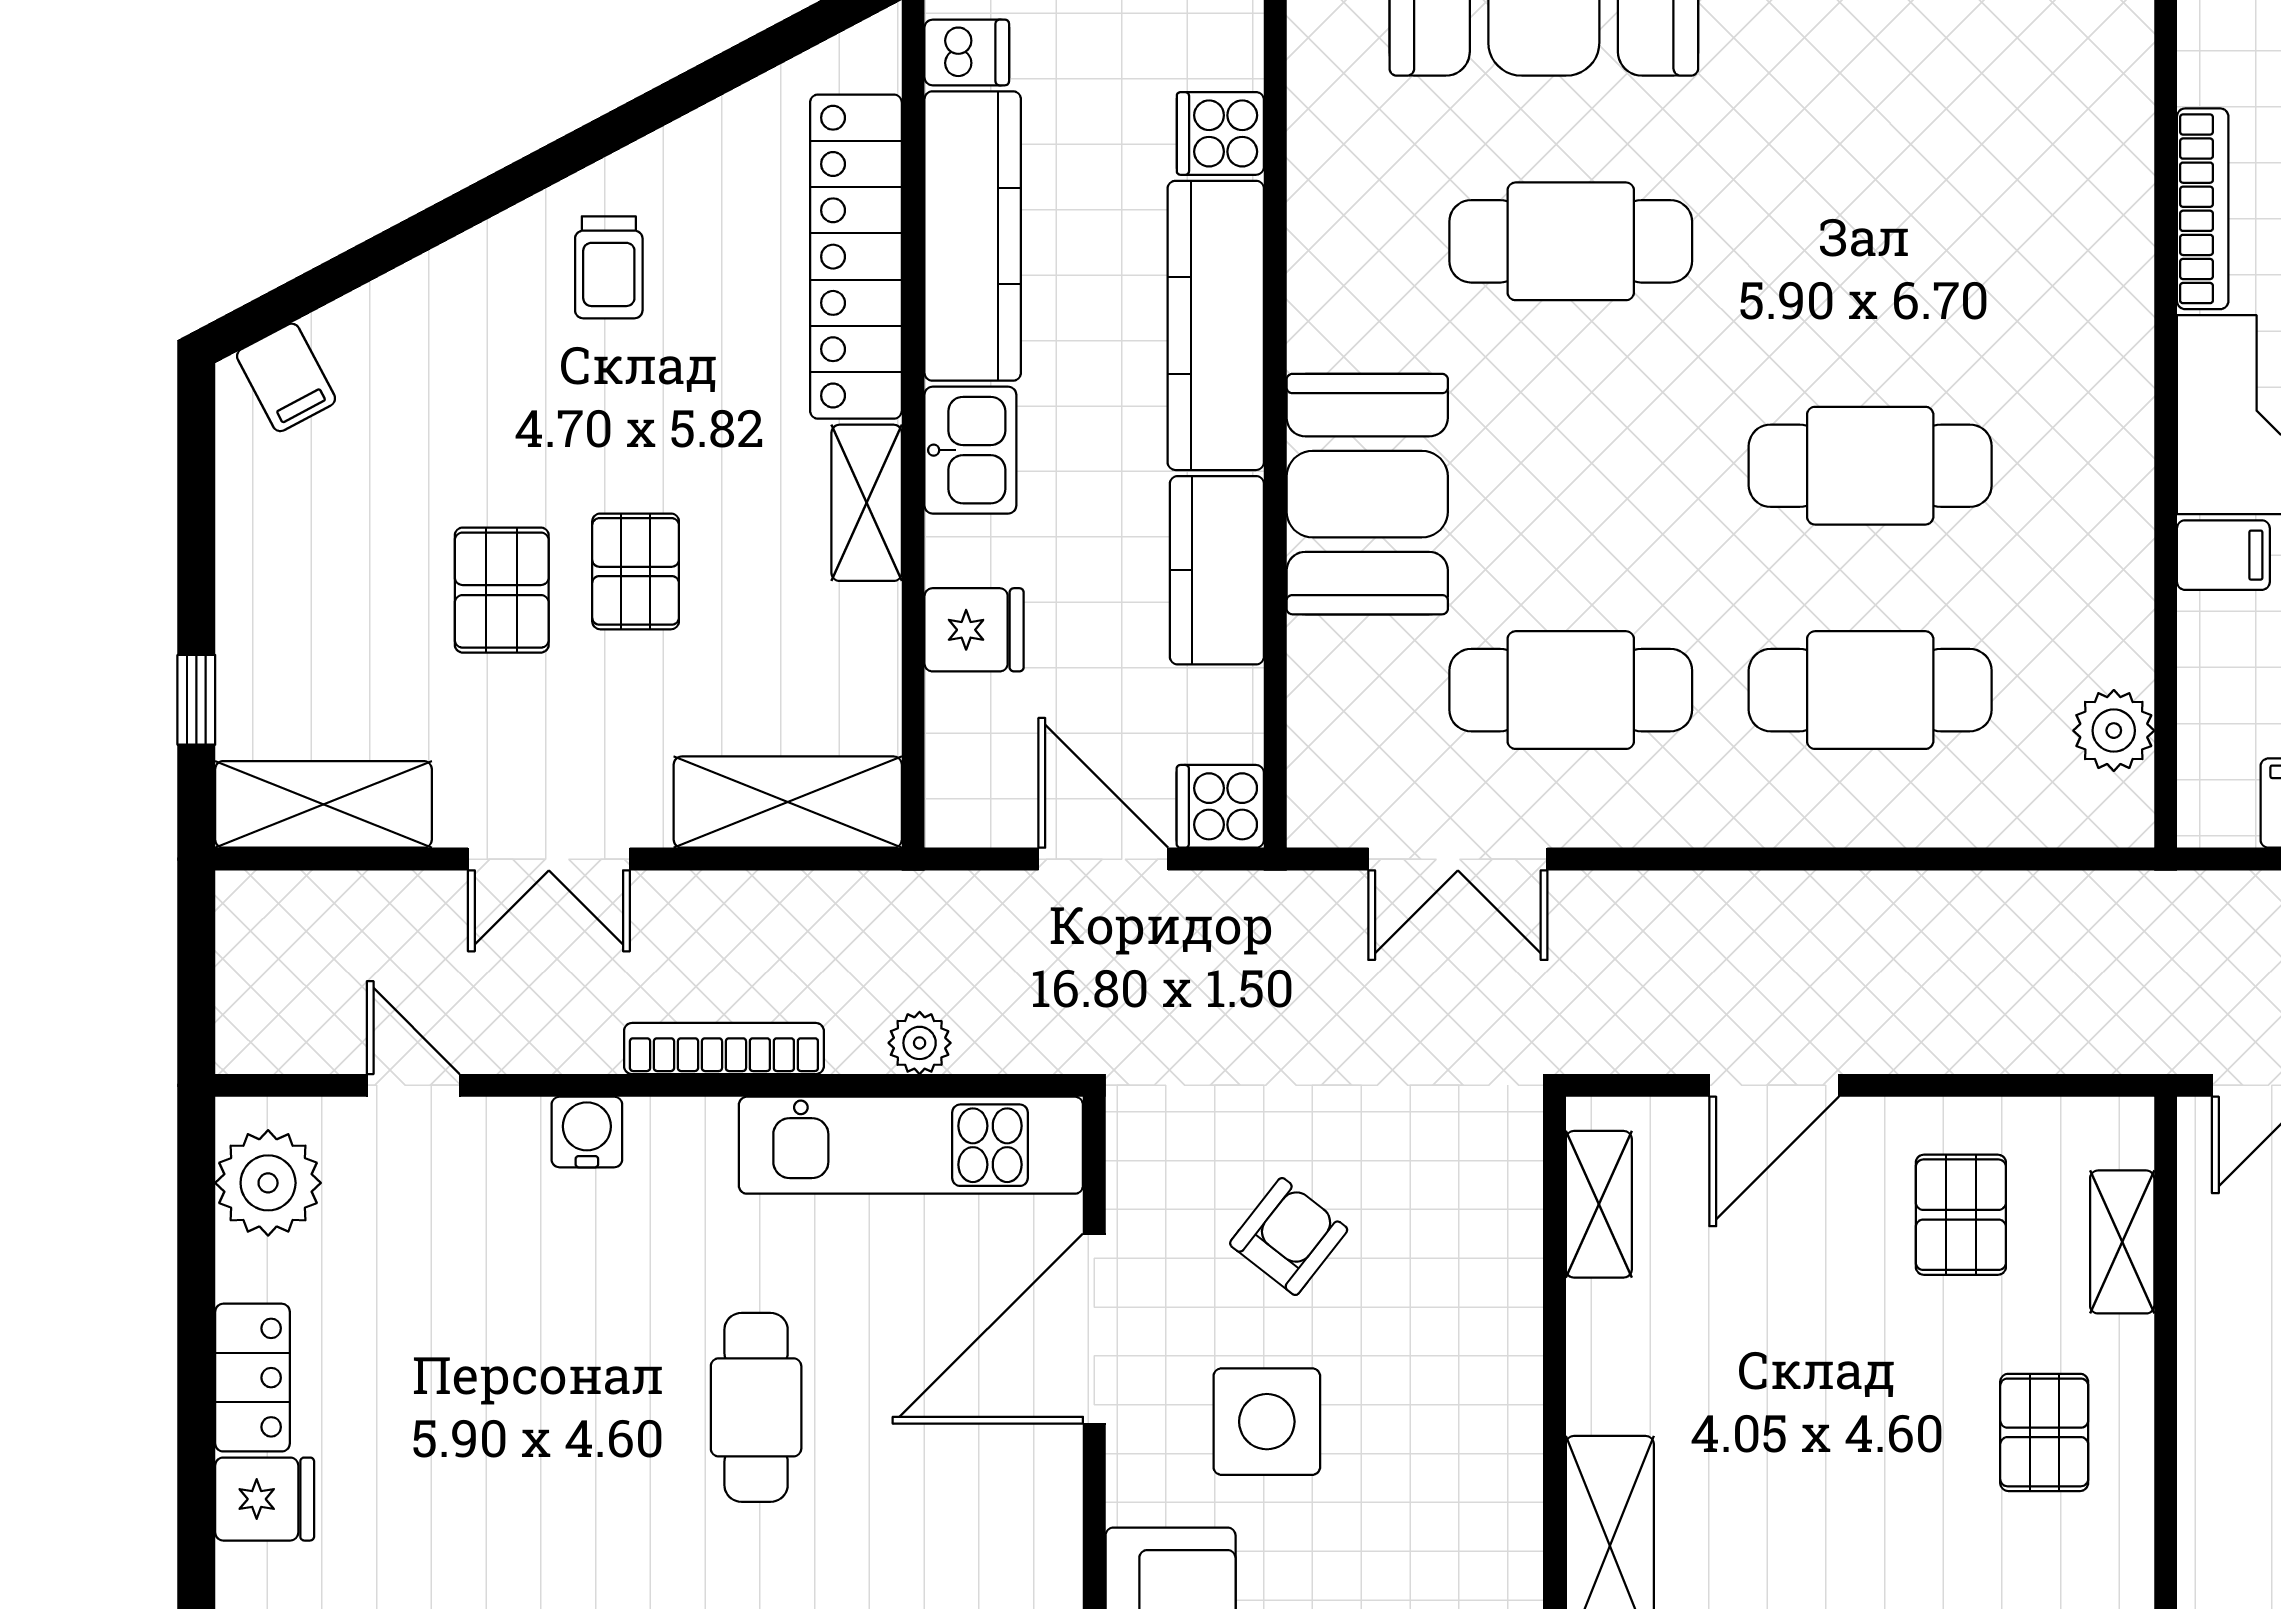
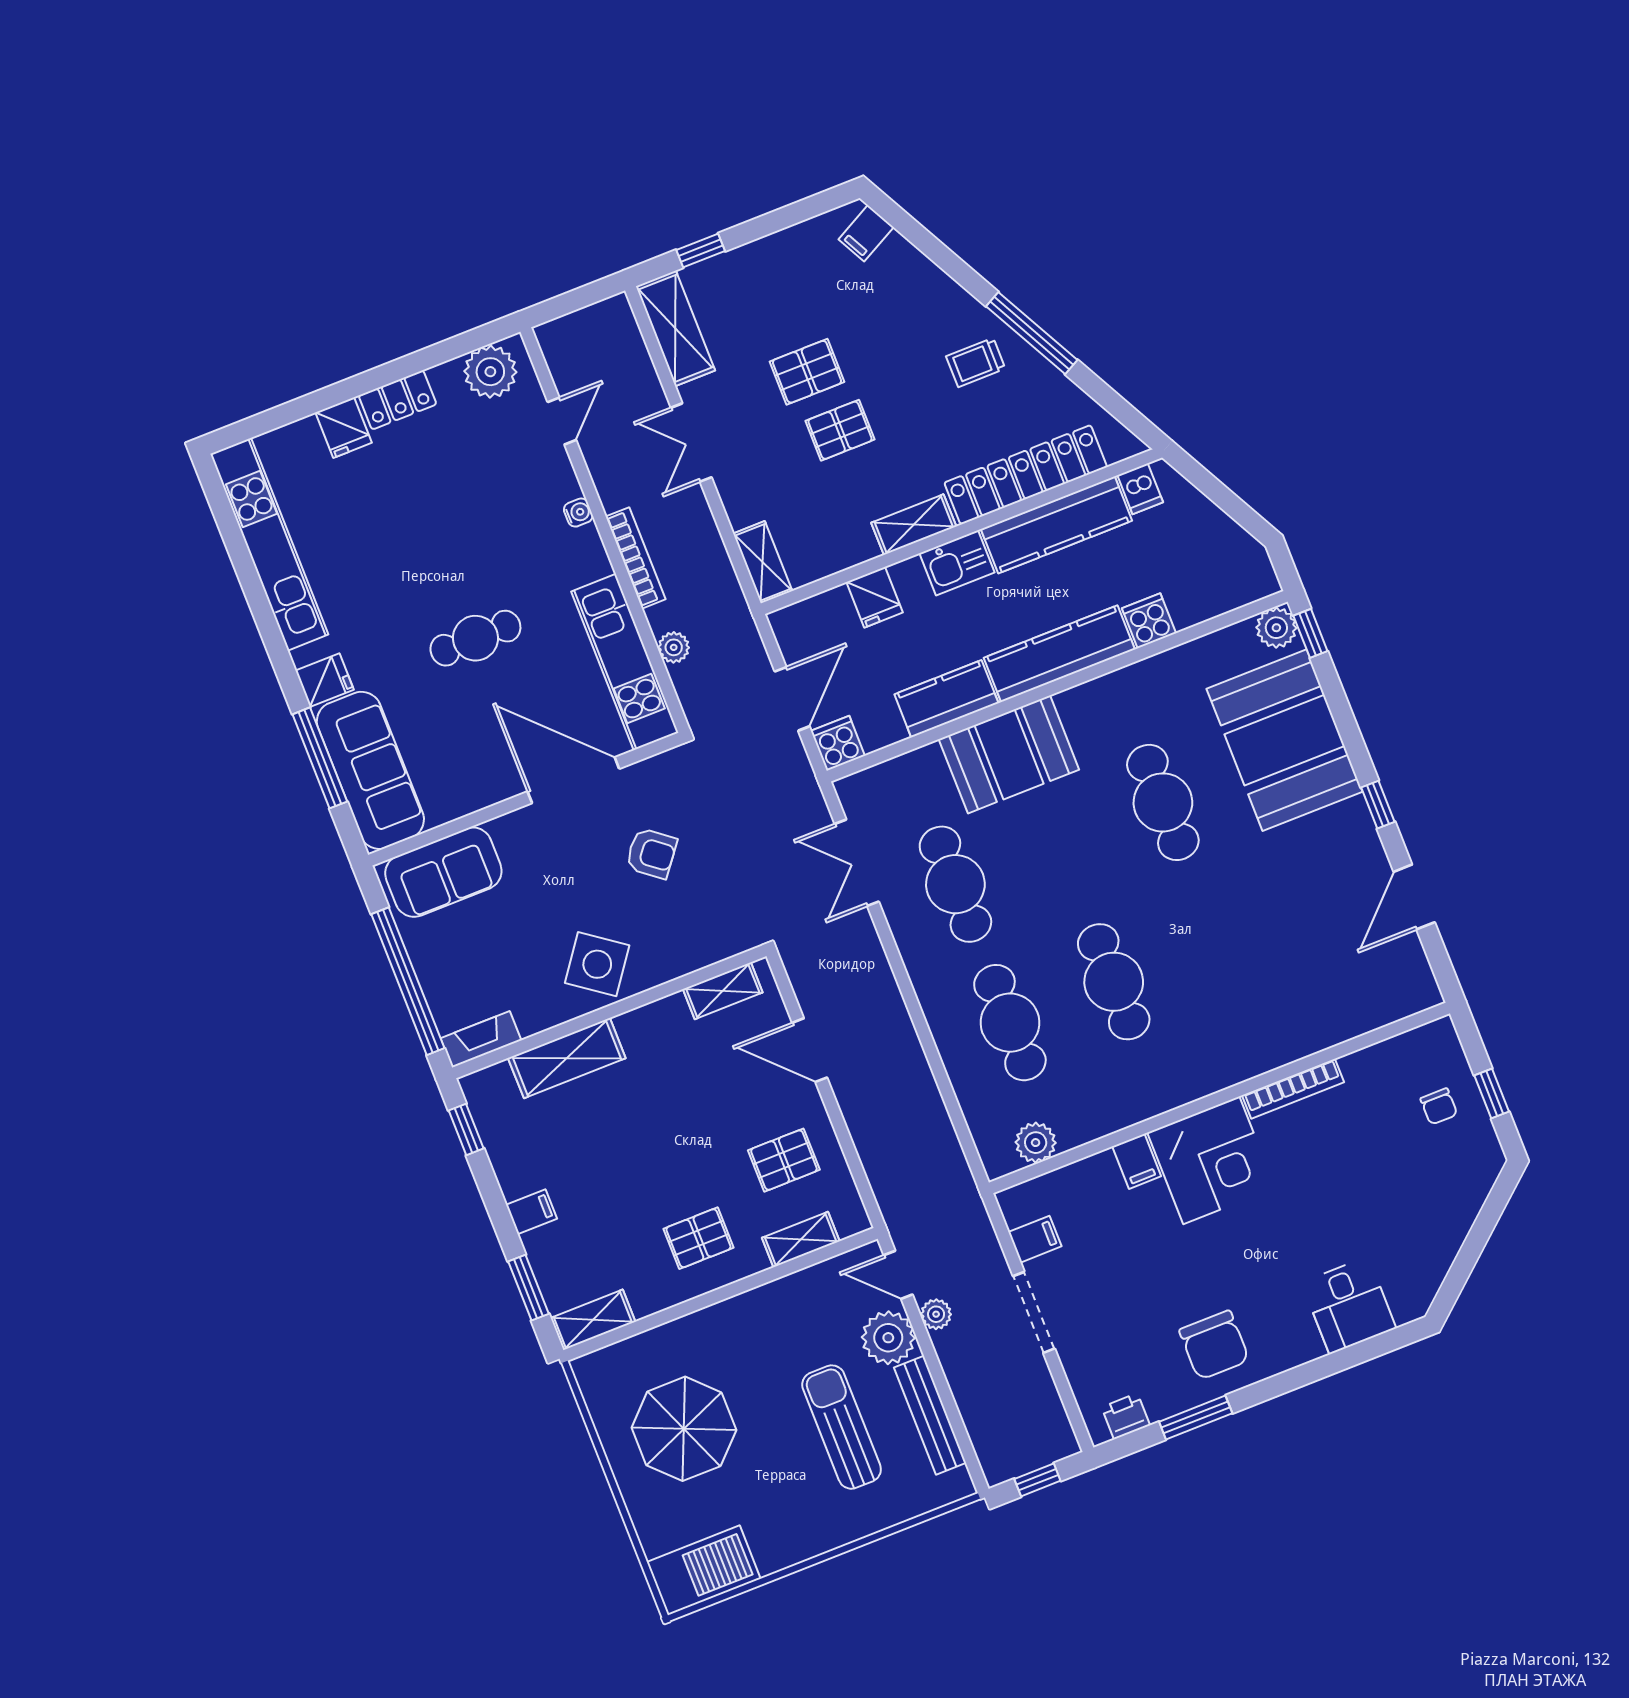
window: (595, 141) -> (1032, 333), added
shelving: (788, 802) -> (763, 562), width x0.67, depth x0.75
water cooler: (587, 1132) -> (578, 513), width x0.72, depth x0.72
side table: (1267, 1422) -> (597, 964), moved, turned 36

